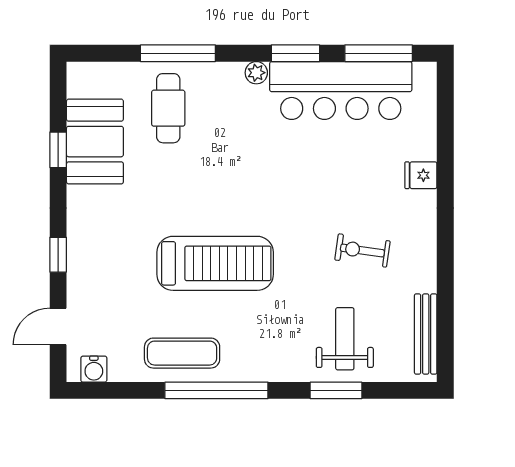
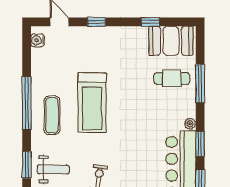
booth: (95, 142) -> (171, 41), moved
exercise mat: (182, 353) -> (52, 115), moved

